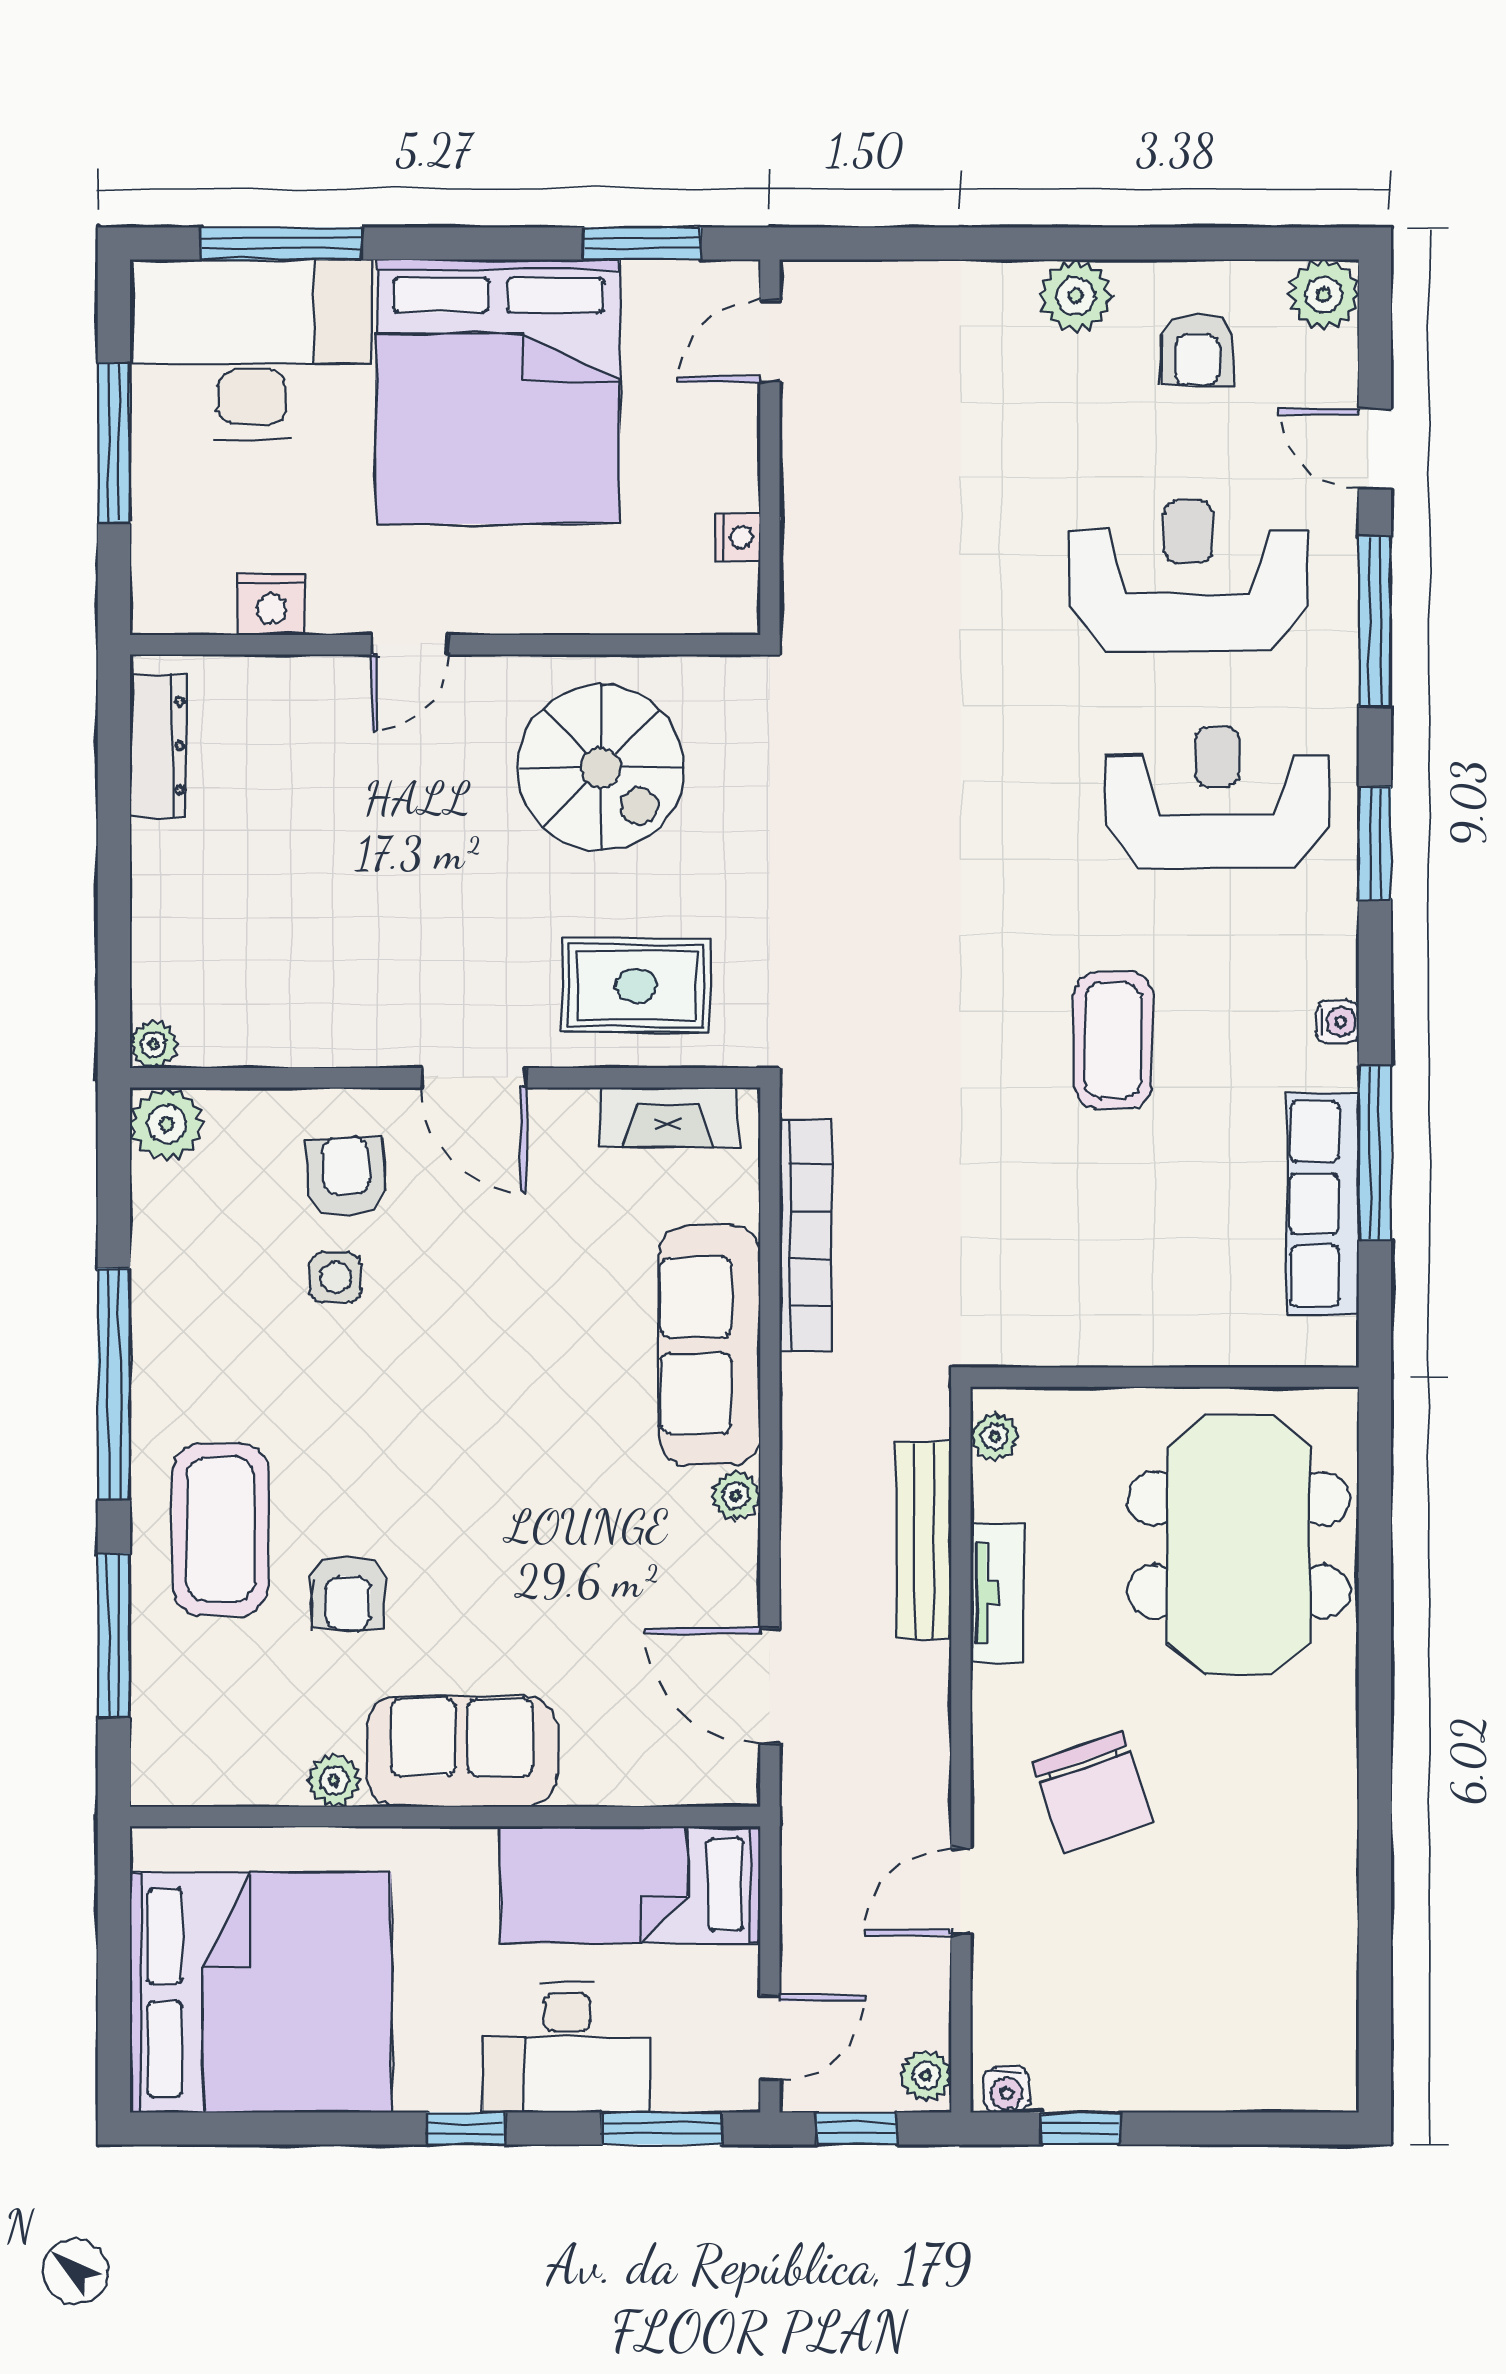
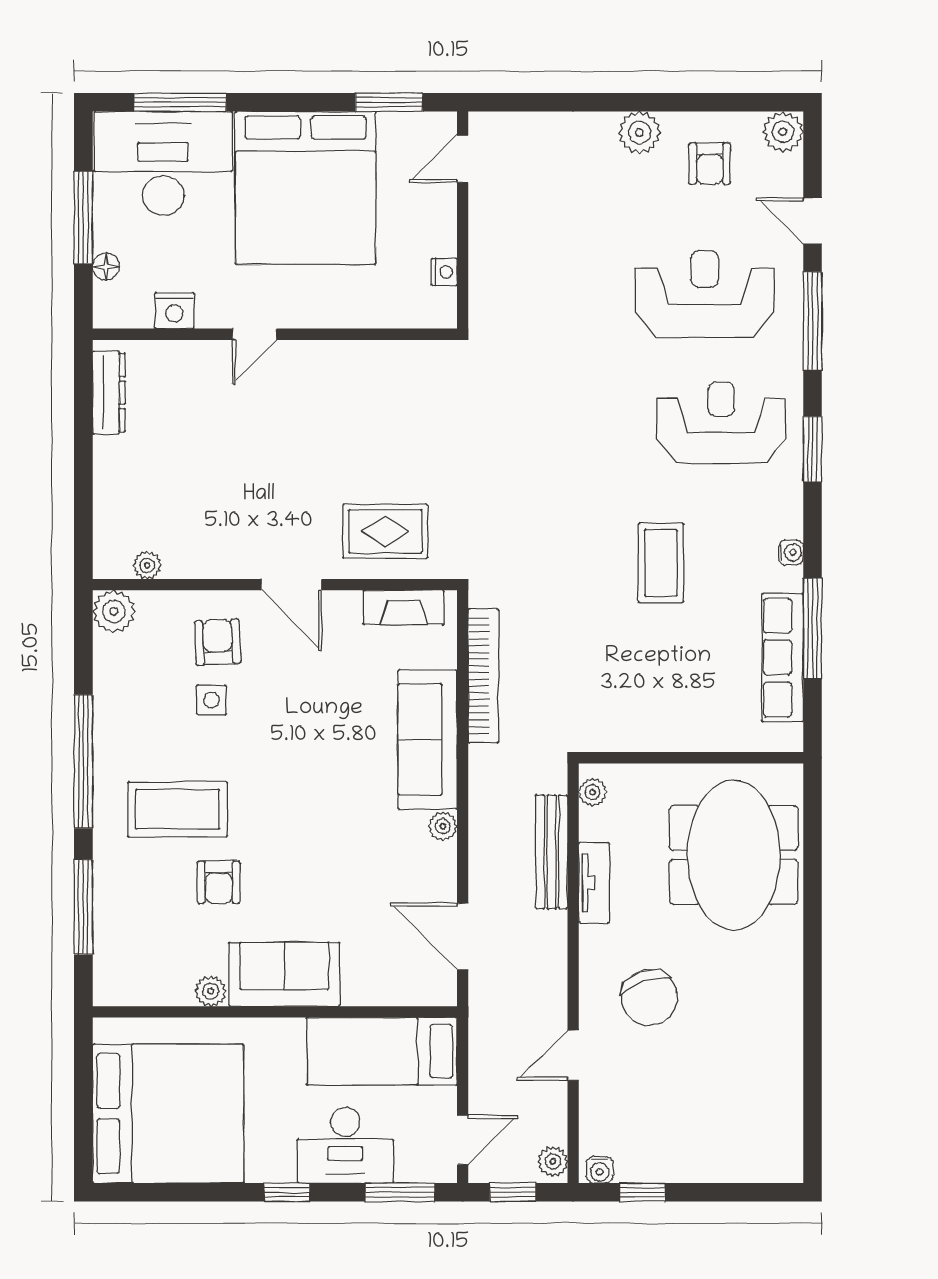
floor lamp: (153, 528) -> (106, 267), added
spiral stairs: (601, 768) -> (365, 405), removed
plant: (154, 1044) -> (147, 565), moved
coffee table: (220, 1529) -> (178, 809), moved, turned 90

